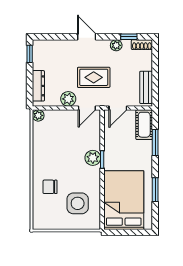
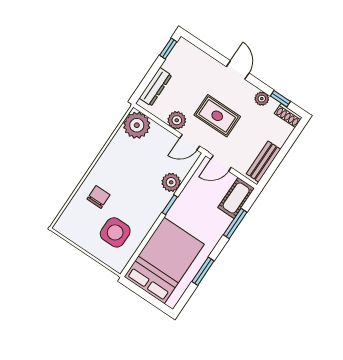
plant: (38, 115) -> (137, 125), width x1.88, depth x1.88
plant: (93, 158) -> (171, 182), moved
chair: (50, 187) -> (98, 197), turned 90

